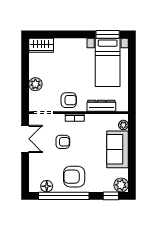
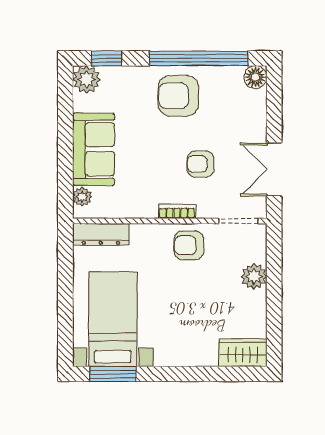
dresser: (101, 106) -> (101, 234), moved
armchair: (74, 177) -> (178, 96), turned 180
floor lamp: (47, 186) -> (255, 77), moved

